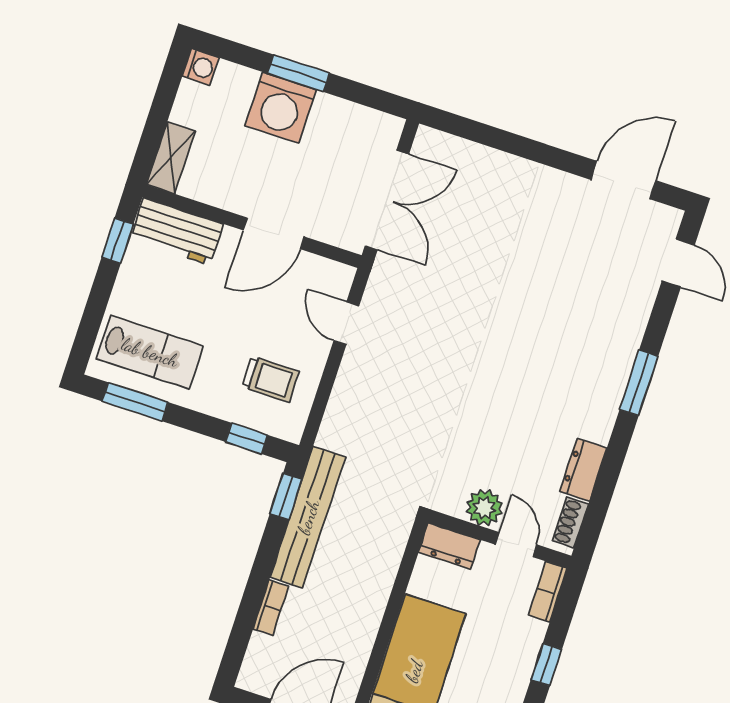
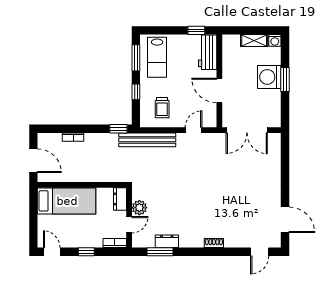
shelving: (171, 158) -> (254, 41), moved
window: (639, 383) -> (160, 252), moved
window: (246, 438) -> (136, 92), moved
bench: (308, 517) -> (147, 140), moved
shoe rack: (571, 523) -> (214, 243), moved

